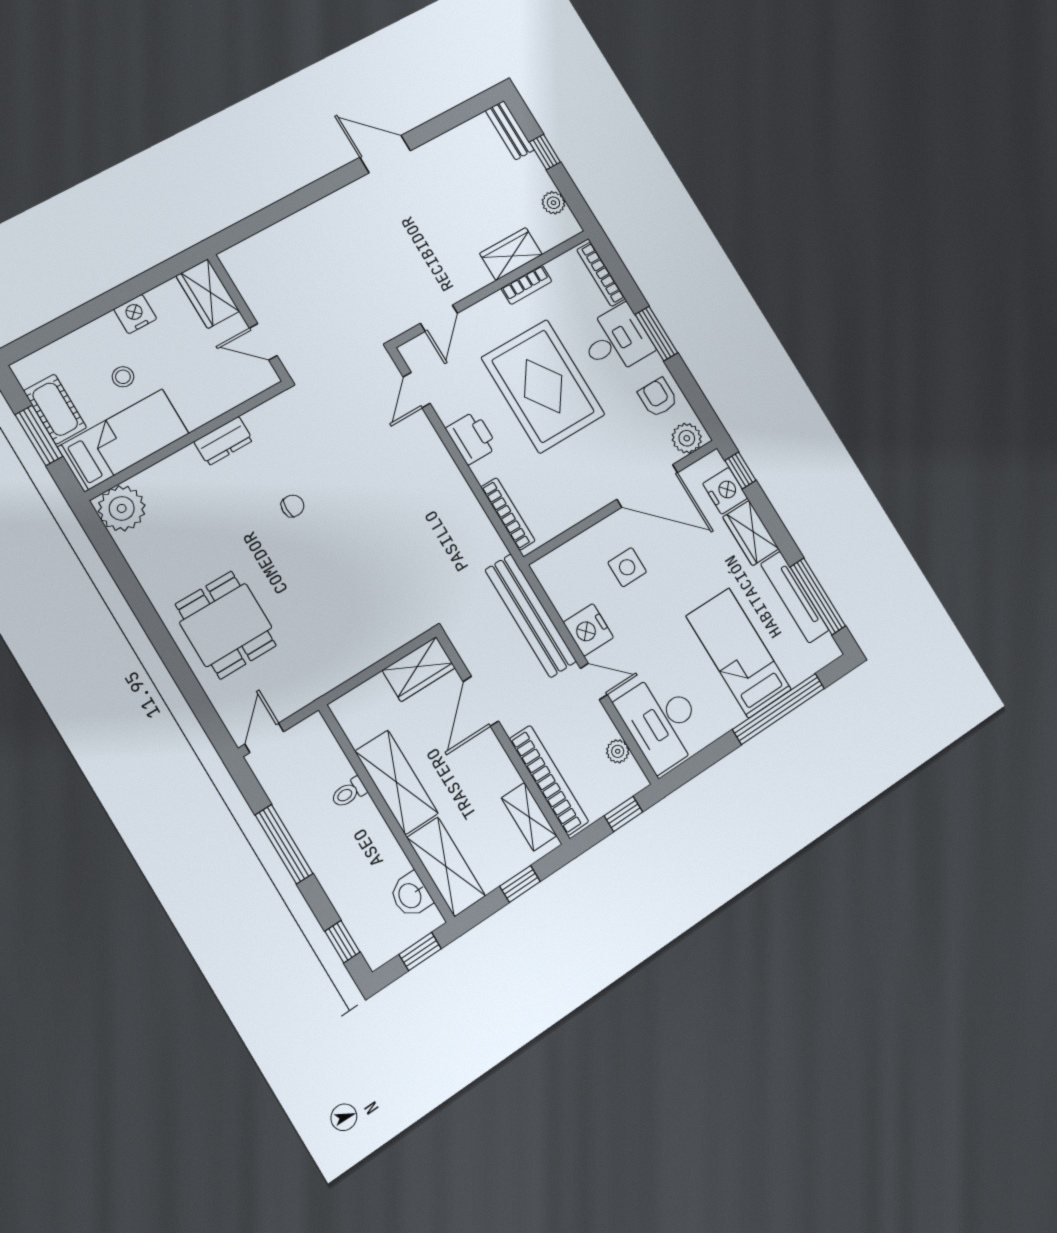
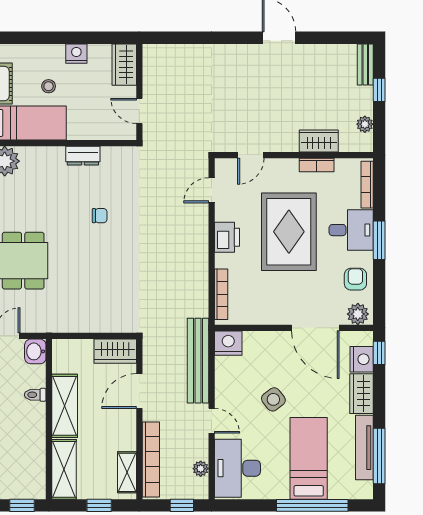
side table: (627, 567) -> (273, 399), moved, turned -38
nightstand: (588, 630) -> (228, 343), moved, turned 90
washbasin: (411, 895) -> (35, 351), moved

